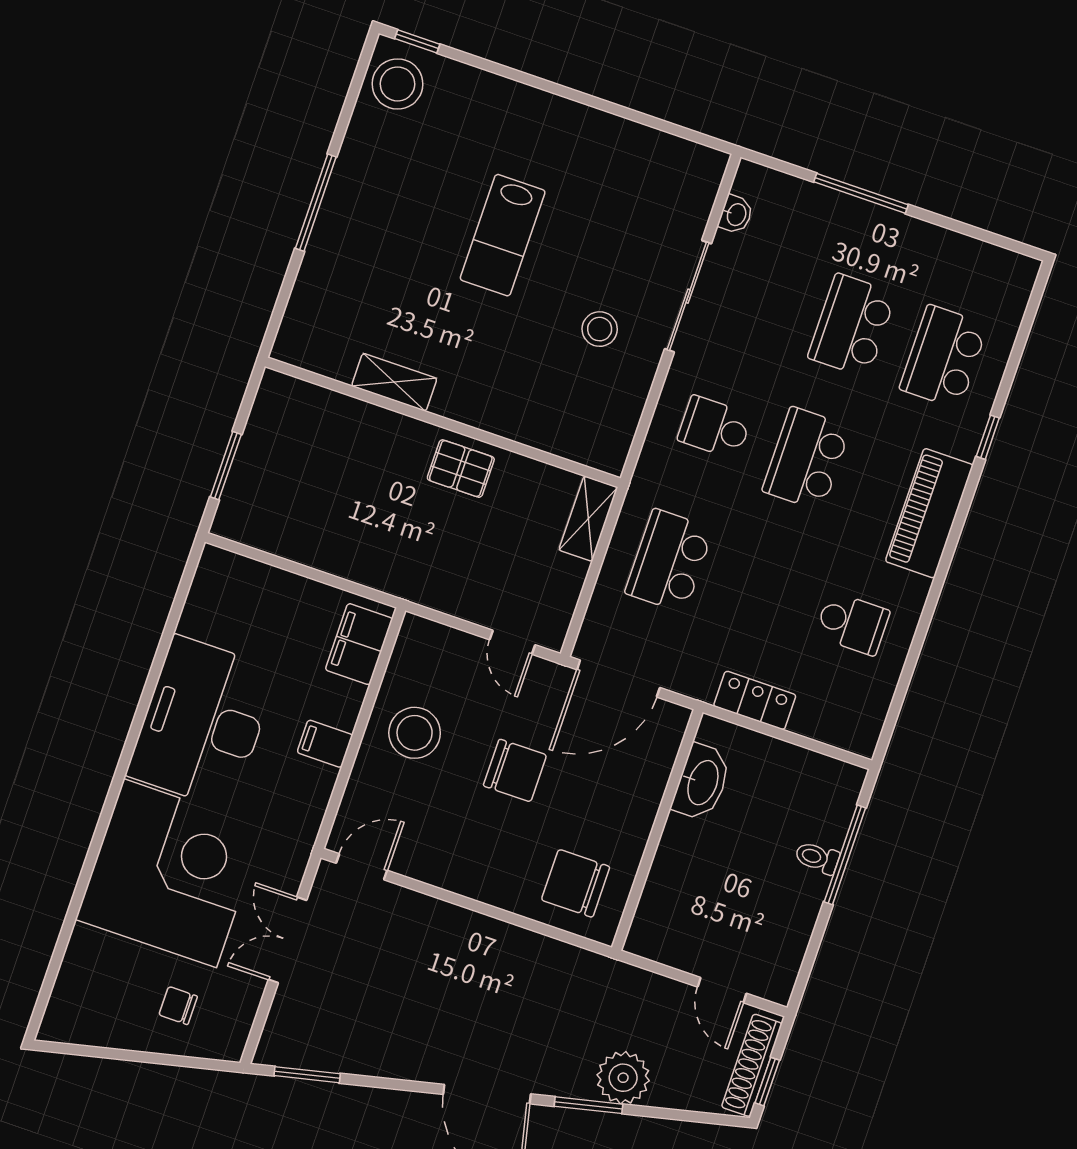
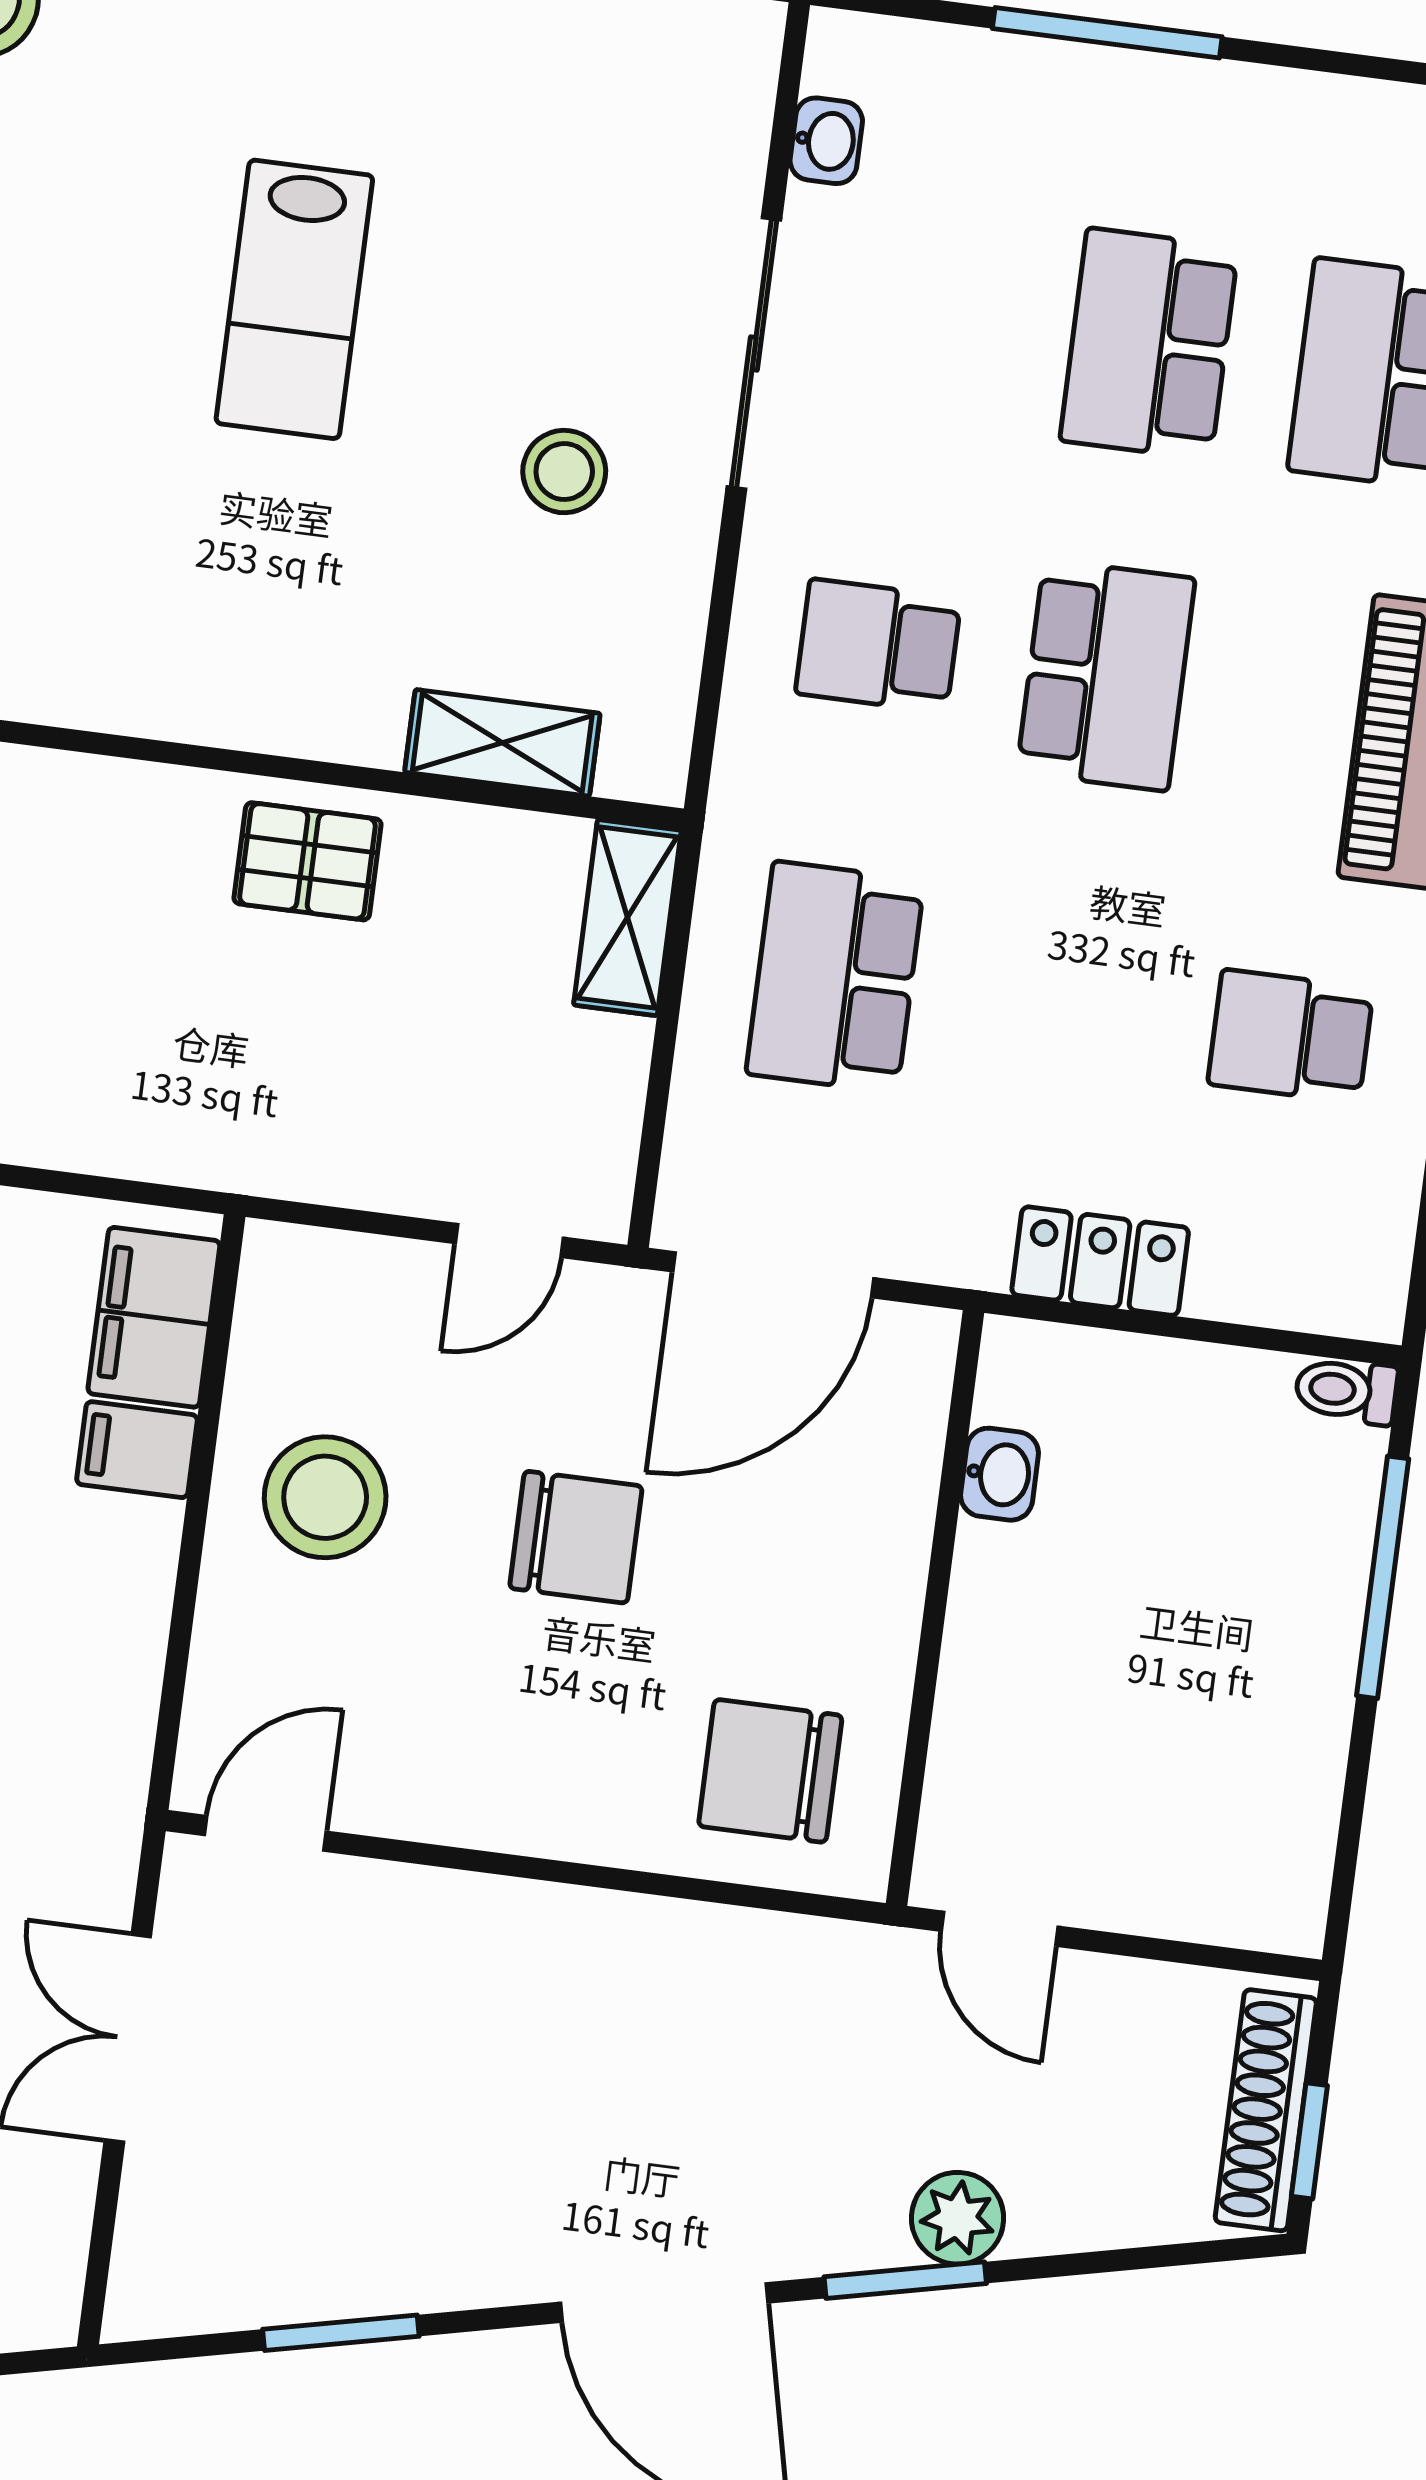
shelving: (394, 382) -> (502, 743), moved
school desk: (806, 459) -> (1106, 675), turned 180
school desk: (852, 623) -> (1291, 1036), turned 180
door: (512, 642) -> (509, 1240), hinge flipped
filing cabinet: (325, 744) -> (137, 1450), moved
washbasin: (702, 782) -> (1000, 1474), width x0.52, depth x0.69
toilet: (817, 858) -> (1346, 1391), moved
door: (722, 990) -> (1000, 1929), moved
window: (307, 1075) -> (341, 2333), moved
plant: (623, 1078) -> (958, 2218), width x0.73, depth x0.73

